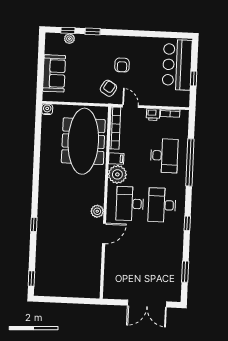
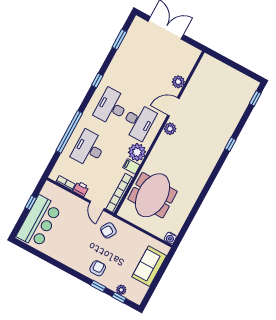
armchair: (122, 65) -> (98, 268), moved
meeting table: (83, 141) -> (153, 195), width x0.73
desk: (162, 205) -> (111, 107), turned 180
plant: (111, 259) -> (178, 82), added

